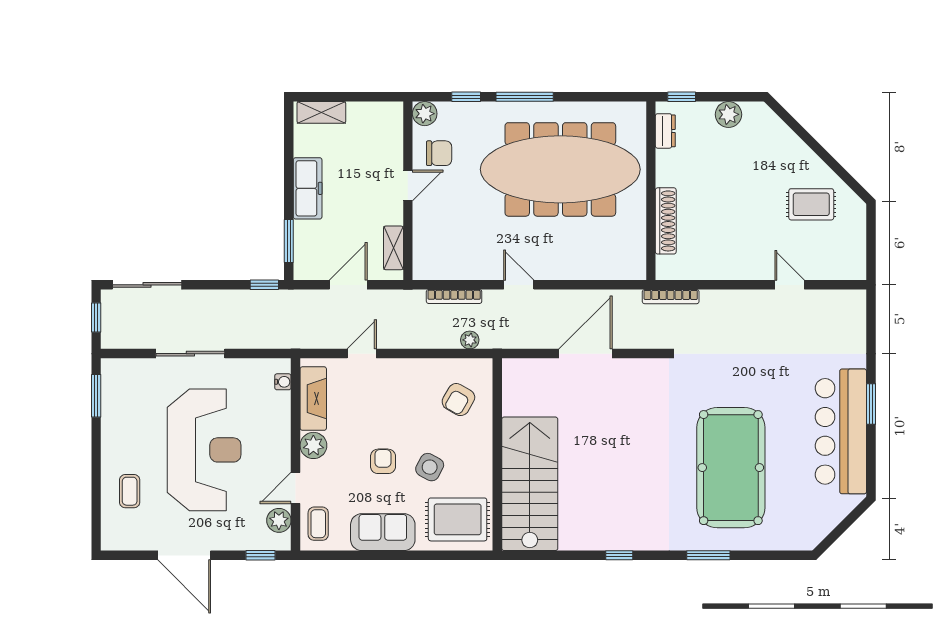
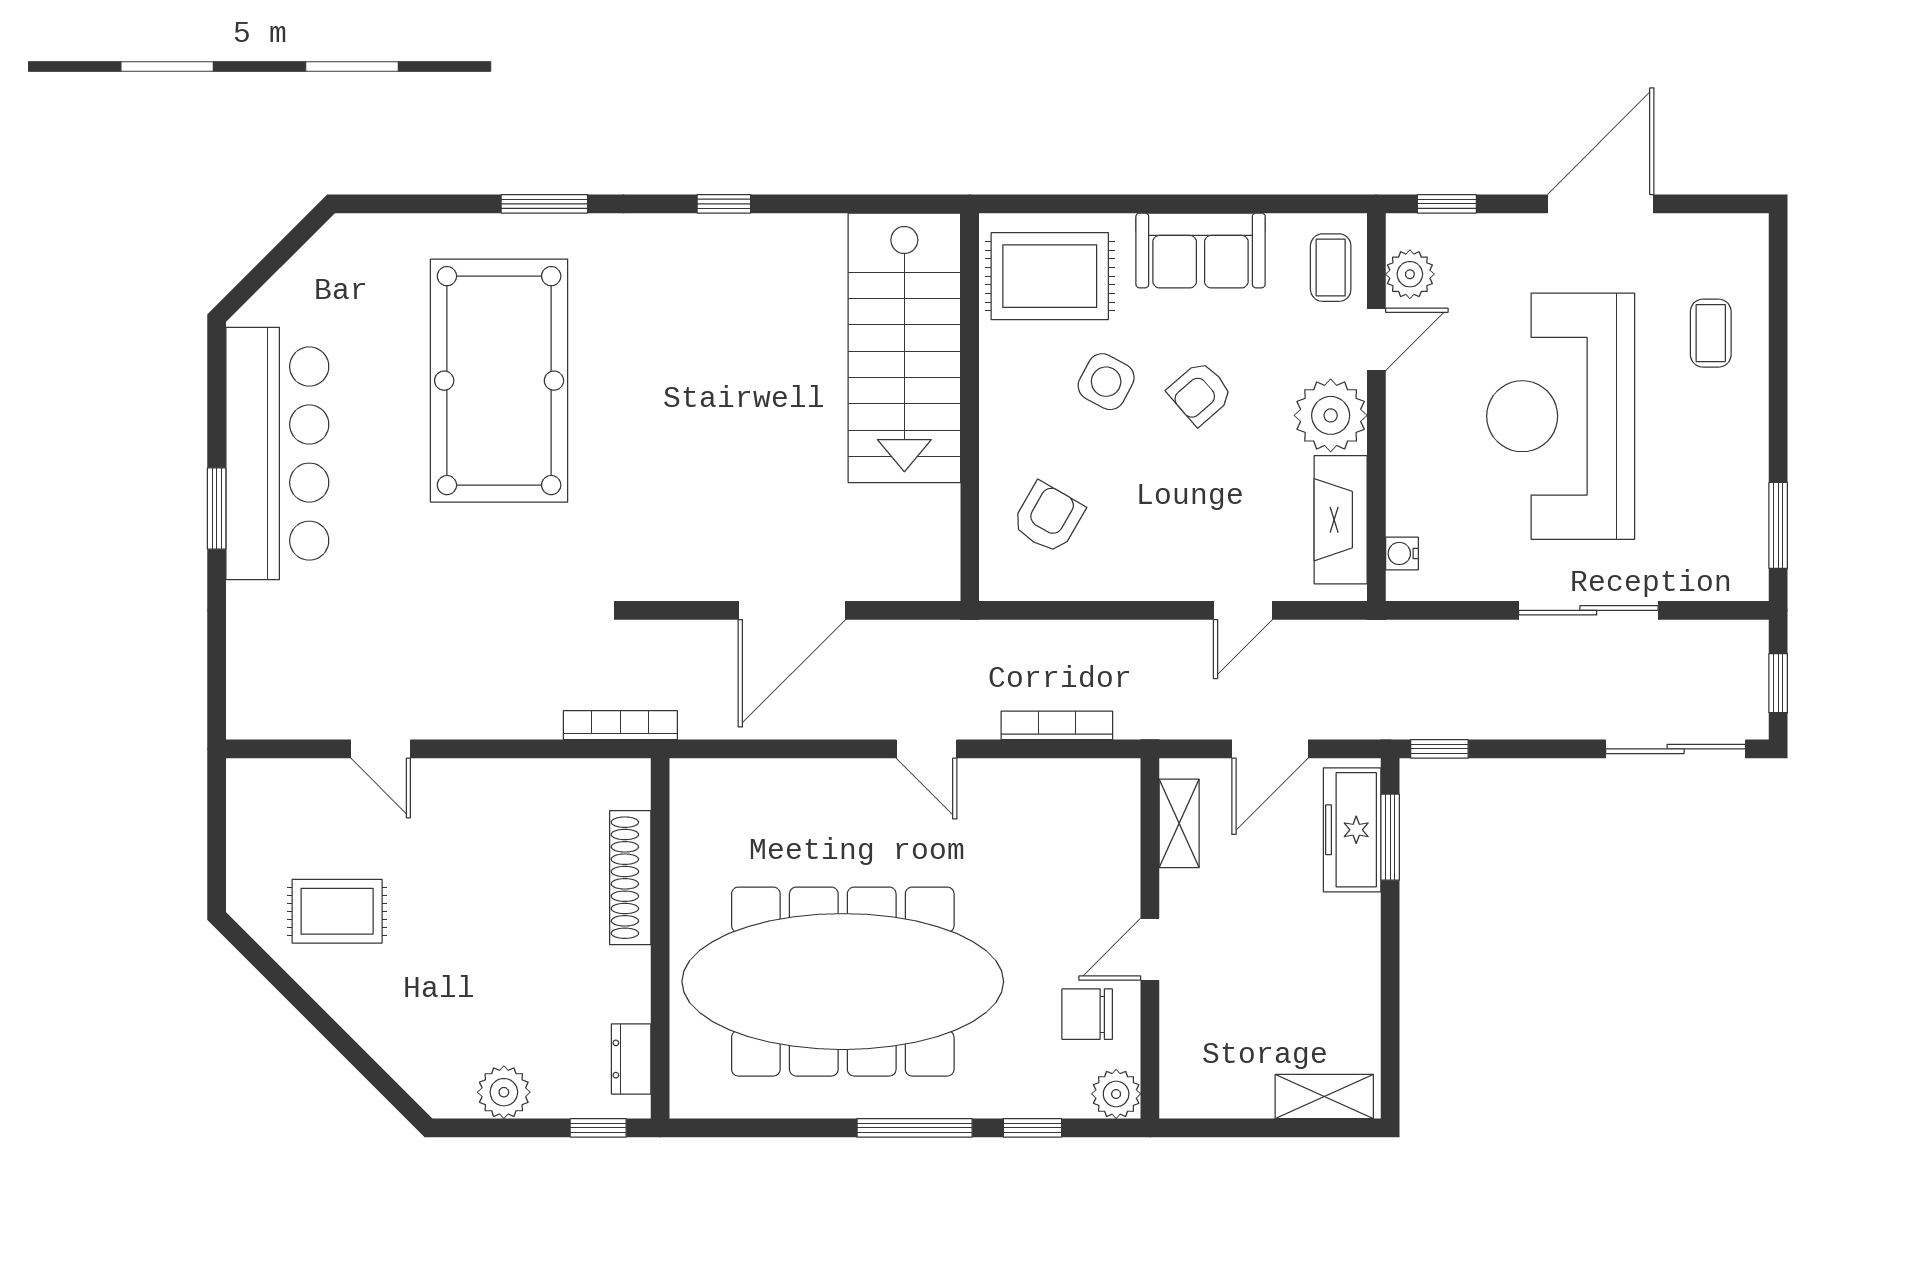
freezer: (308, 188) -> (1352, 830), moved
plant: (470, 340) -> (1025, 638), removed
plant: (313, 445) -> (1331, 415), width x1.36, depth x1.36
armchair: (383, 461) -> (1200, 393), turned 49
door: (184, 555) -> (1601, 204), hinge flipped

